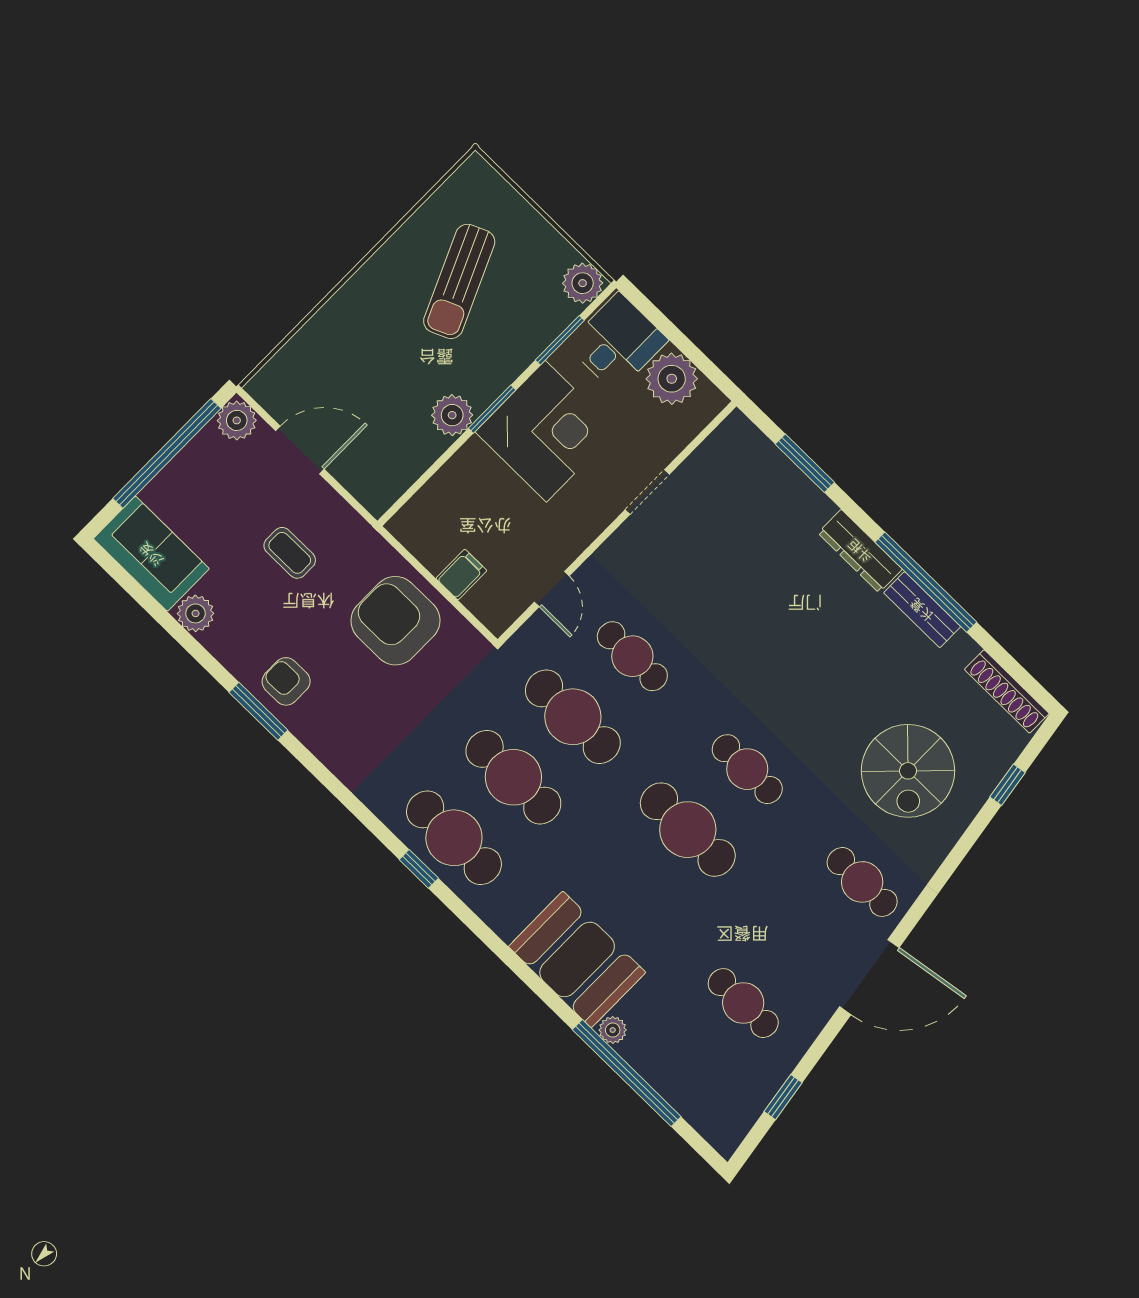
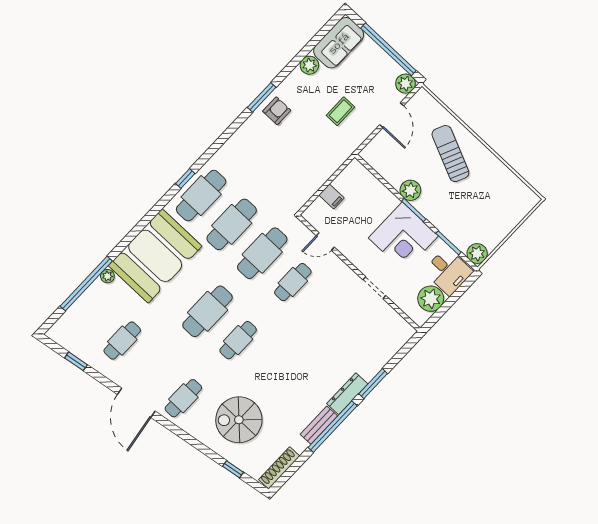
sun lounger: (459, 281) -> (450, 154), moved, turned 48
window: (805, 463) -> (373, 384), moved
armchair: (395, 621) -> (308, 164), removed
booth: (577, 959) -> (155, 256), width x1.36, depth x1.42

